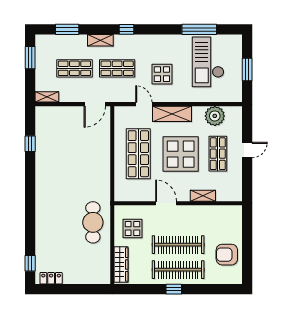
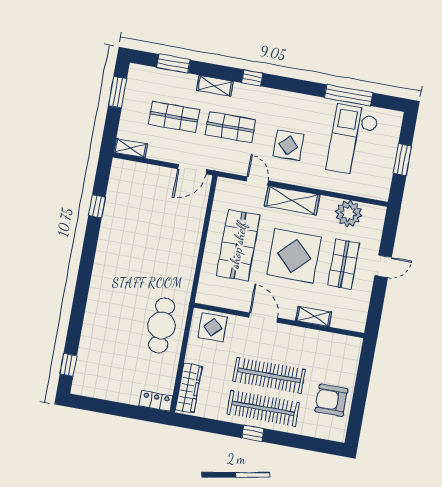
display table: (132, 228) -> (213, 327), moved
locker: (51, 278) -> (156, 401), moved

